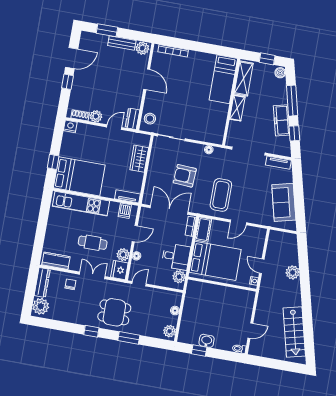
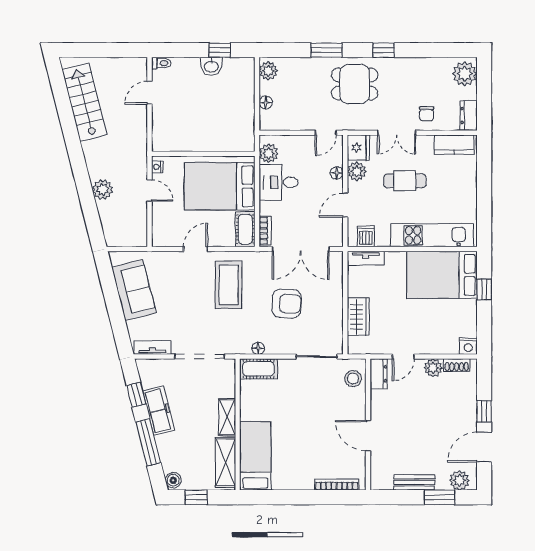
plant: (142, 48) -> (460, 480), moved
cot: (211, 136) -> (258, 369), added
dresser: (42, 282) -> (469, 116), width x0.70

